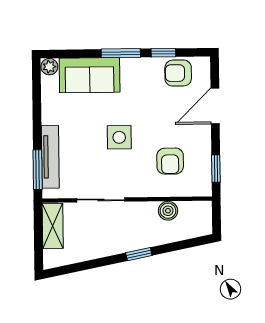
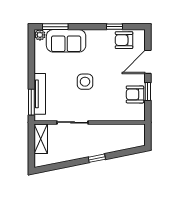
window: (121, 53) -> (55, 27), moved
armchair: (170, 161) -> (135, 94), moved, turned 90
window: (216, 168) -> (148, 91), moved
boiler: (168, 211) -> (116, 130), removed

